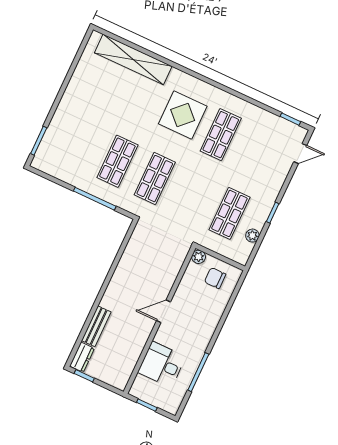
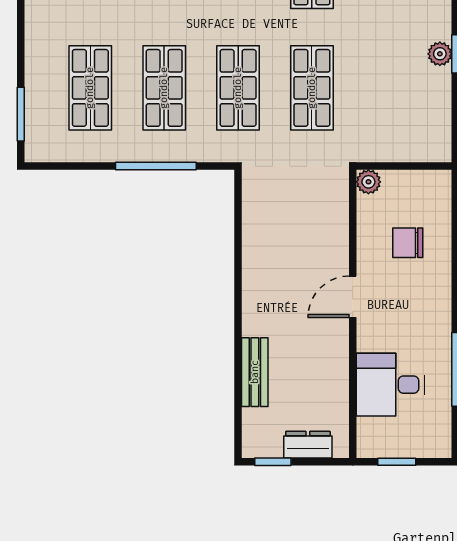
shop shelf: (80, 144) -> (90, 88), added
shop shelf: (229, 213) -> (312, 88), moved
plant: (252, 236) -> (440, 54), moved
chair: (215, 278) -> (408, 243), moved
dresser: (82, 357) -> (308, 445), moved, turned -90

